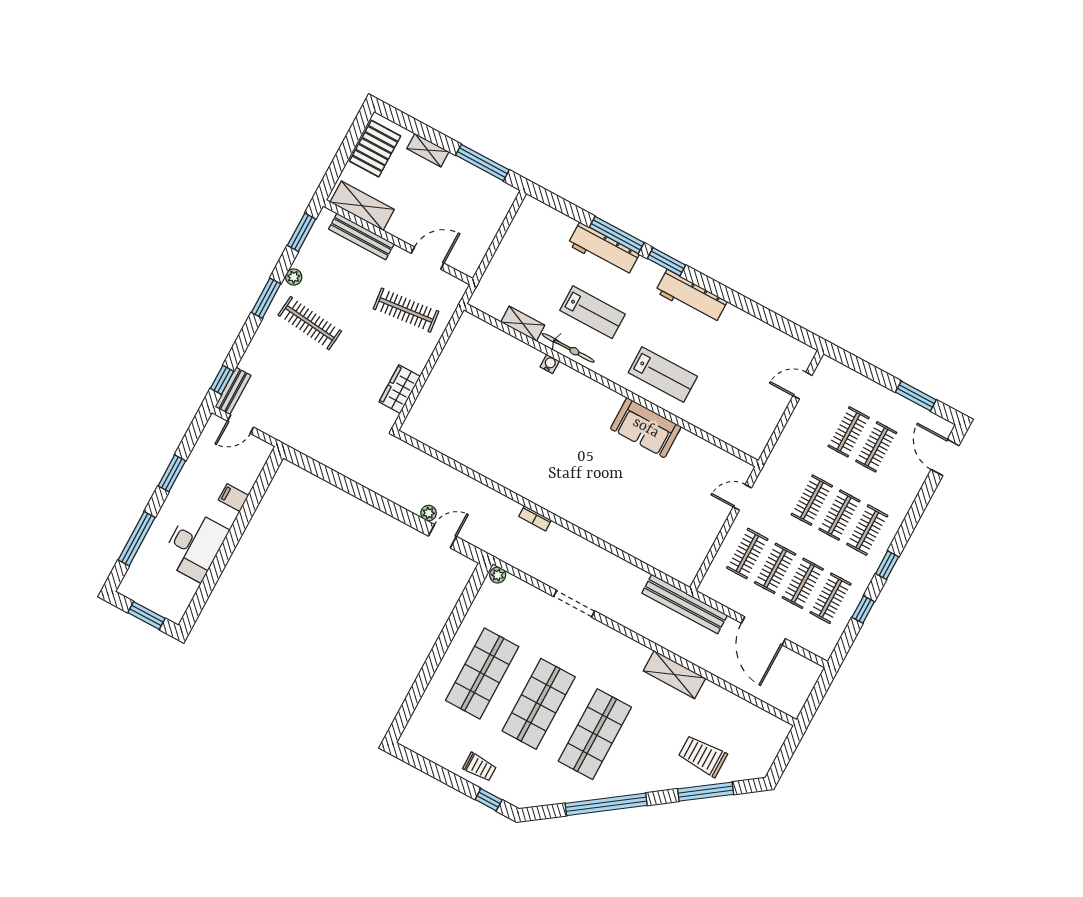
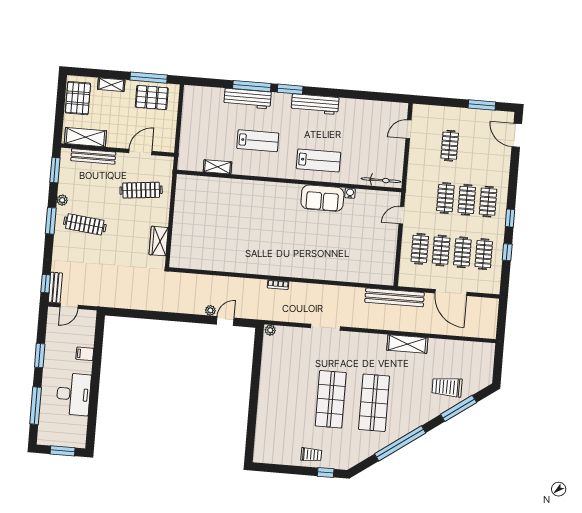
pallet: (475, 191) -> (152, 97), added
bicycle: (568, 348) -> (381, 180), moved
water cooler: (550, 364) -> (350, 193), moved
clothes rail: (876, 447) -> (471, 147), removed
shop shelf: (482, 673) -> (287, 396), removed

